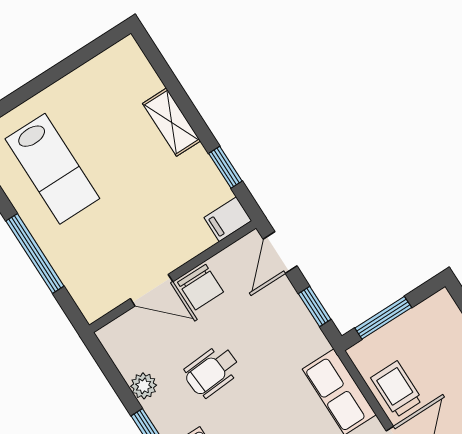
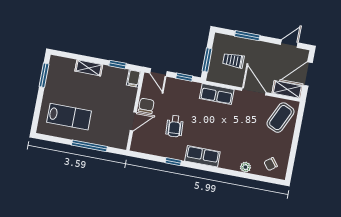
window: (84, 55) -> (44, 75), added
chair: (201, 287) -> (146, 106), turned -90
plant: (144, 386) -> (160, 151), removed
trolley: (397, 389) -> (233, 60), moved

